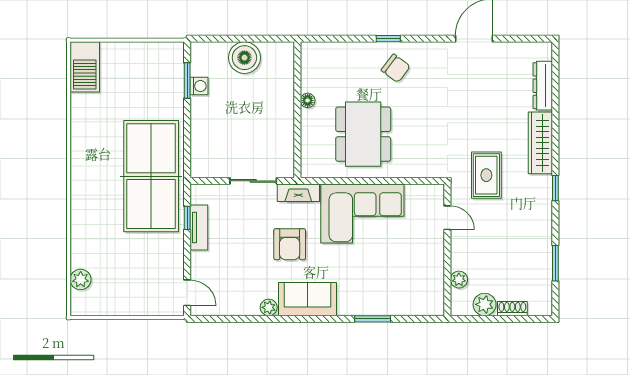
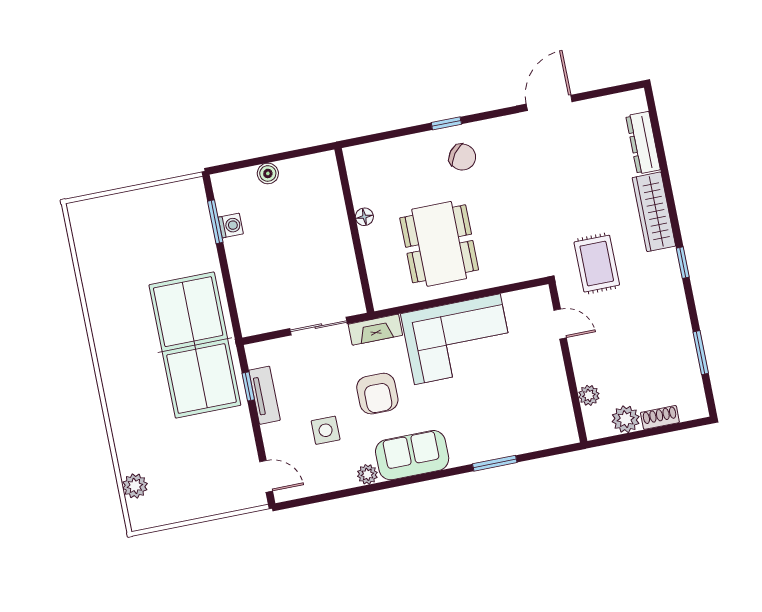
boiler: (244, 58) -> (268, 173), width x0.54, depth x0.54
barbecue: (85, 67) -> (89, 230), removed
side table: (242, 265) -> (326, 430), added

